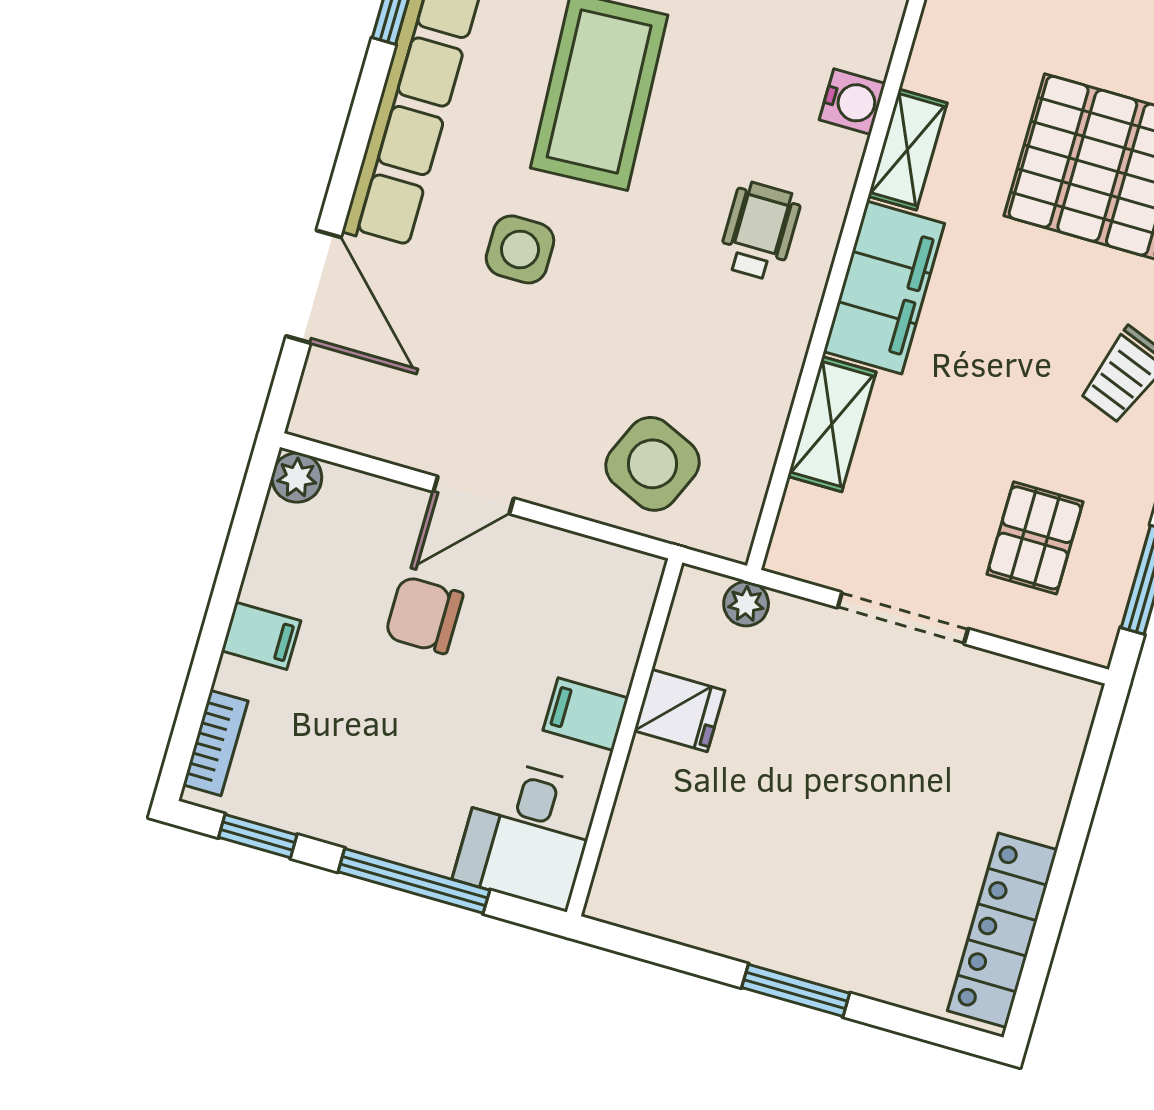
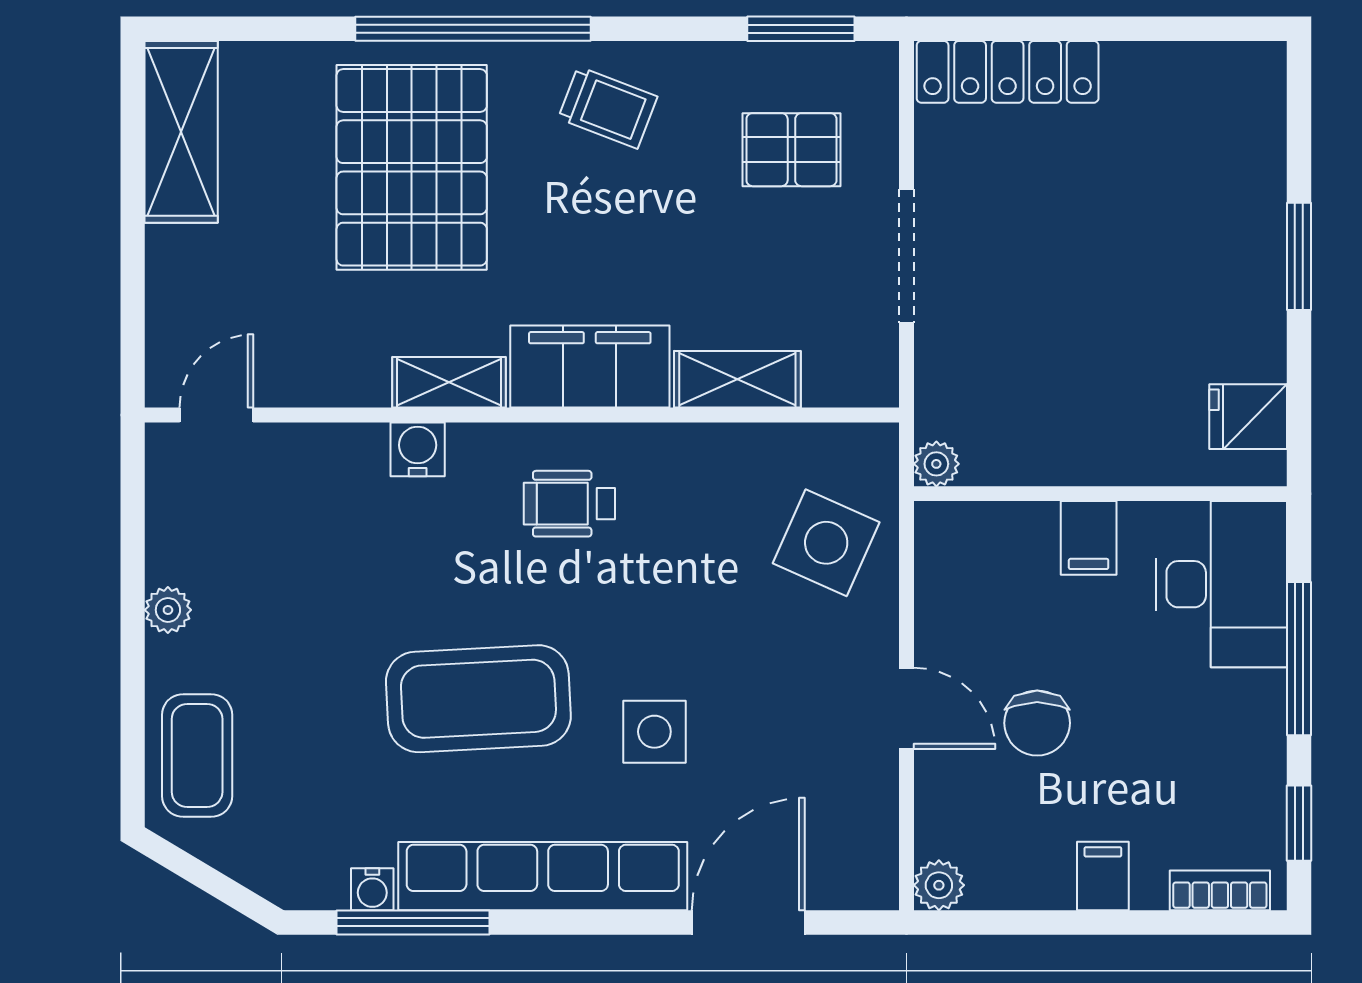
plant: (746, 604) -> (936, 464), moved
fridge: (679, 711) -> (1248, 417), moved, turned -90
desk: (527, 834) -> (1221, 584), width x1.37
locker: (1002, 930) -> (1008, 72), moved

